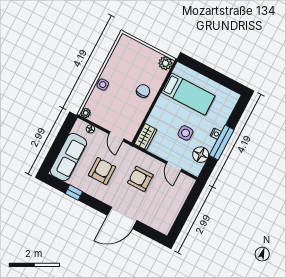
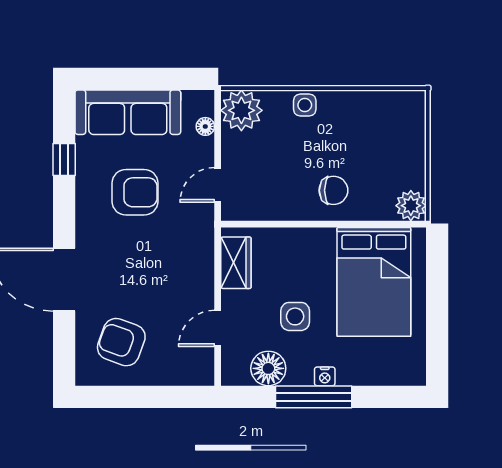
bed: (188, 94) -> (374, 282), width x1.50
plant: (86, 113) -> (241, 110), width x1.88, depth x1.88
wardrobe: (146, 137) -> (236, 263), moved, turned -90
armchair: (140, 179) -> (121, 342), moved, turned -70

